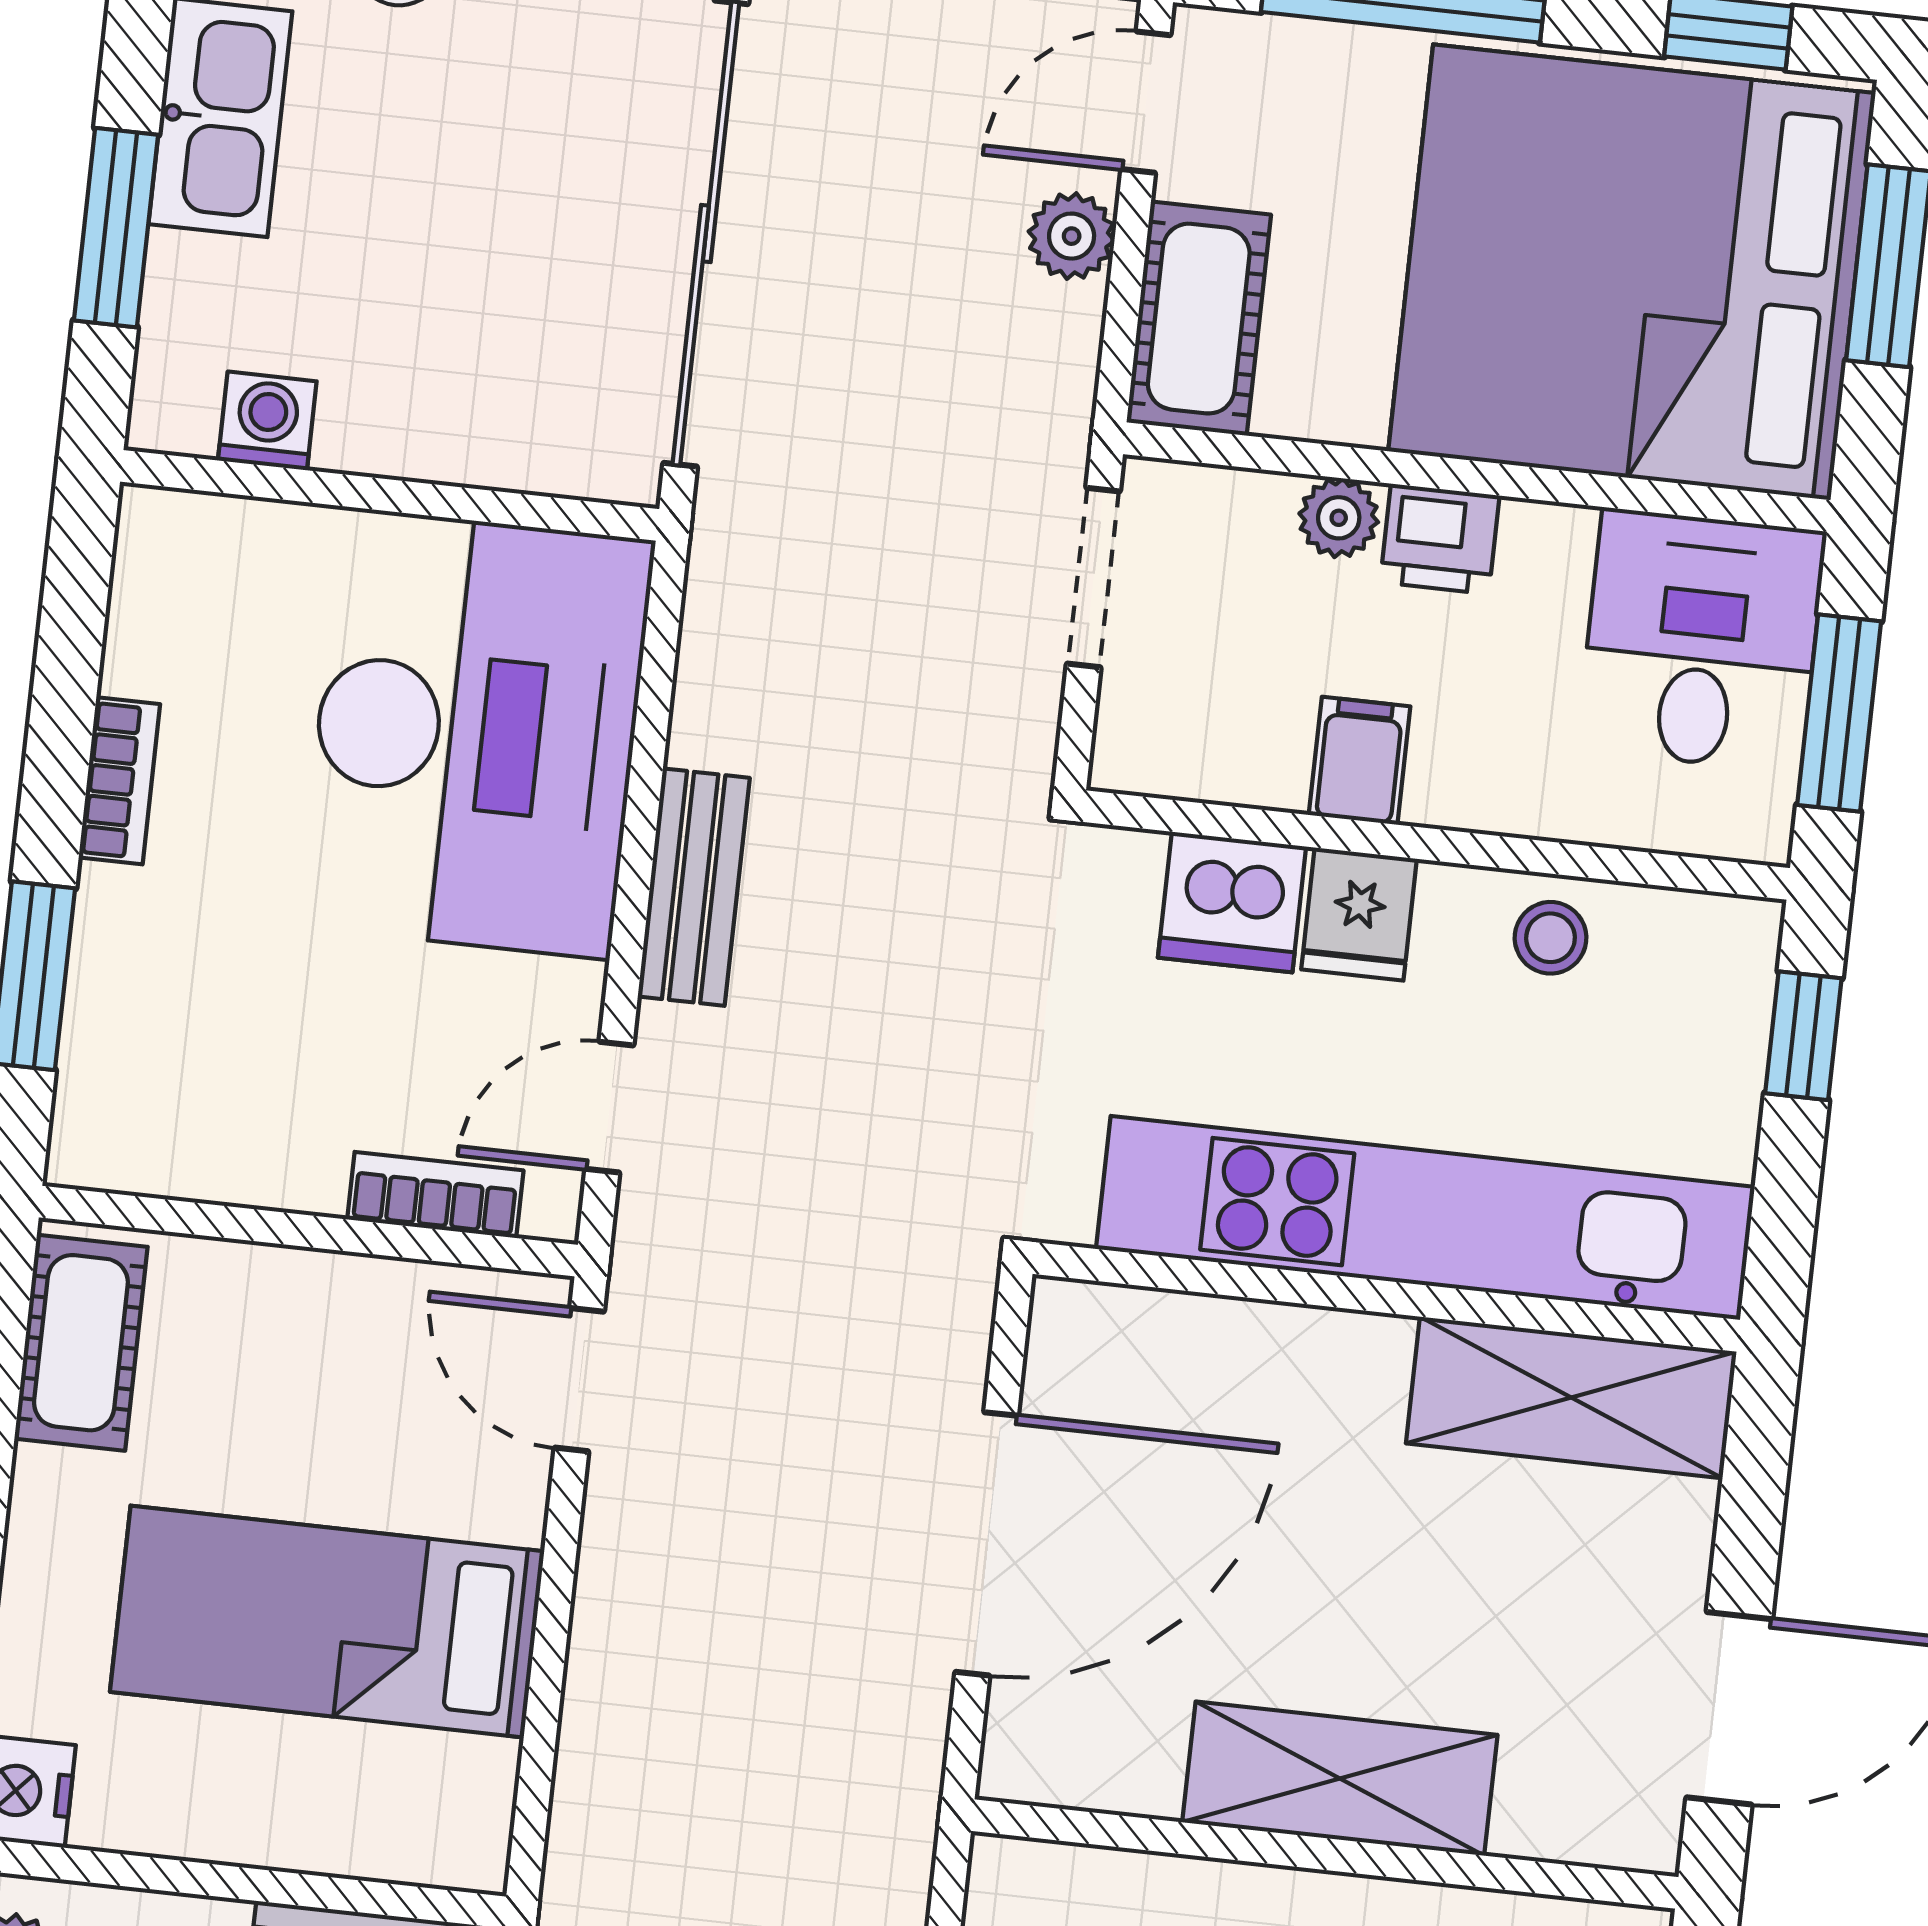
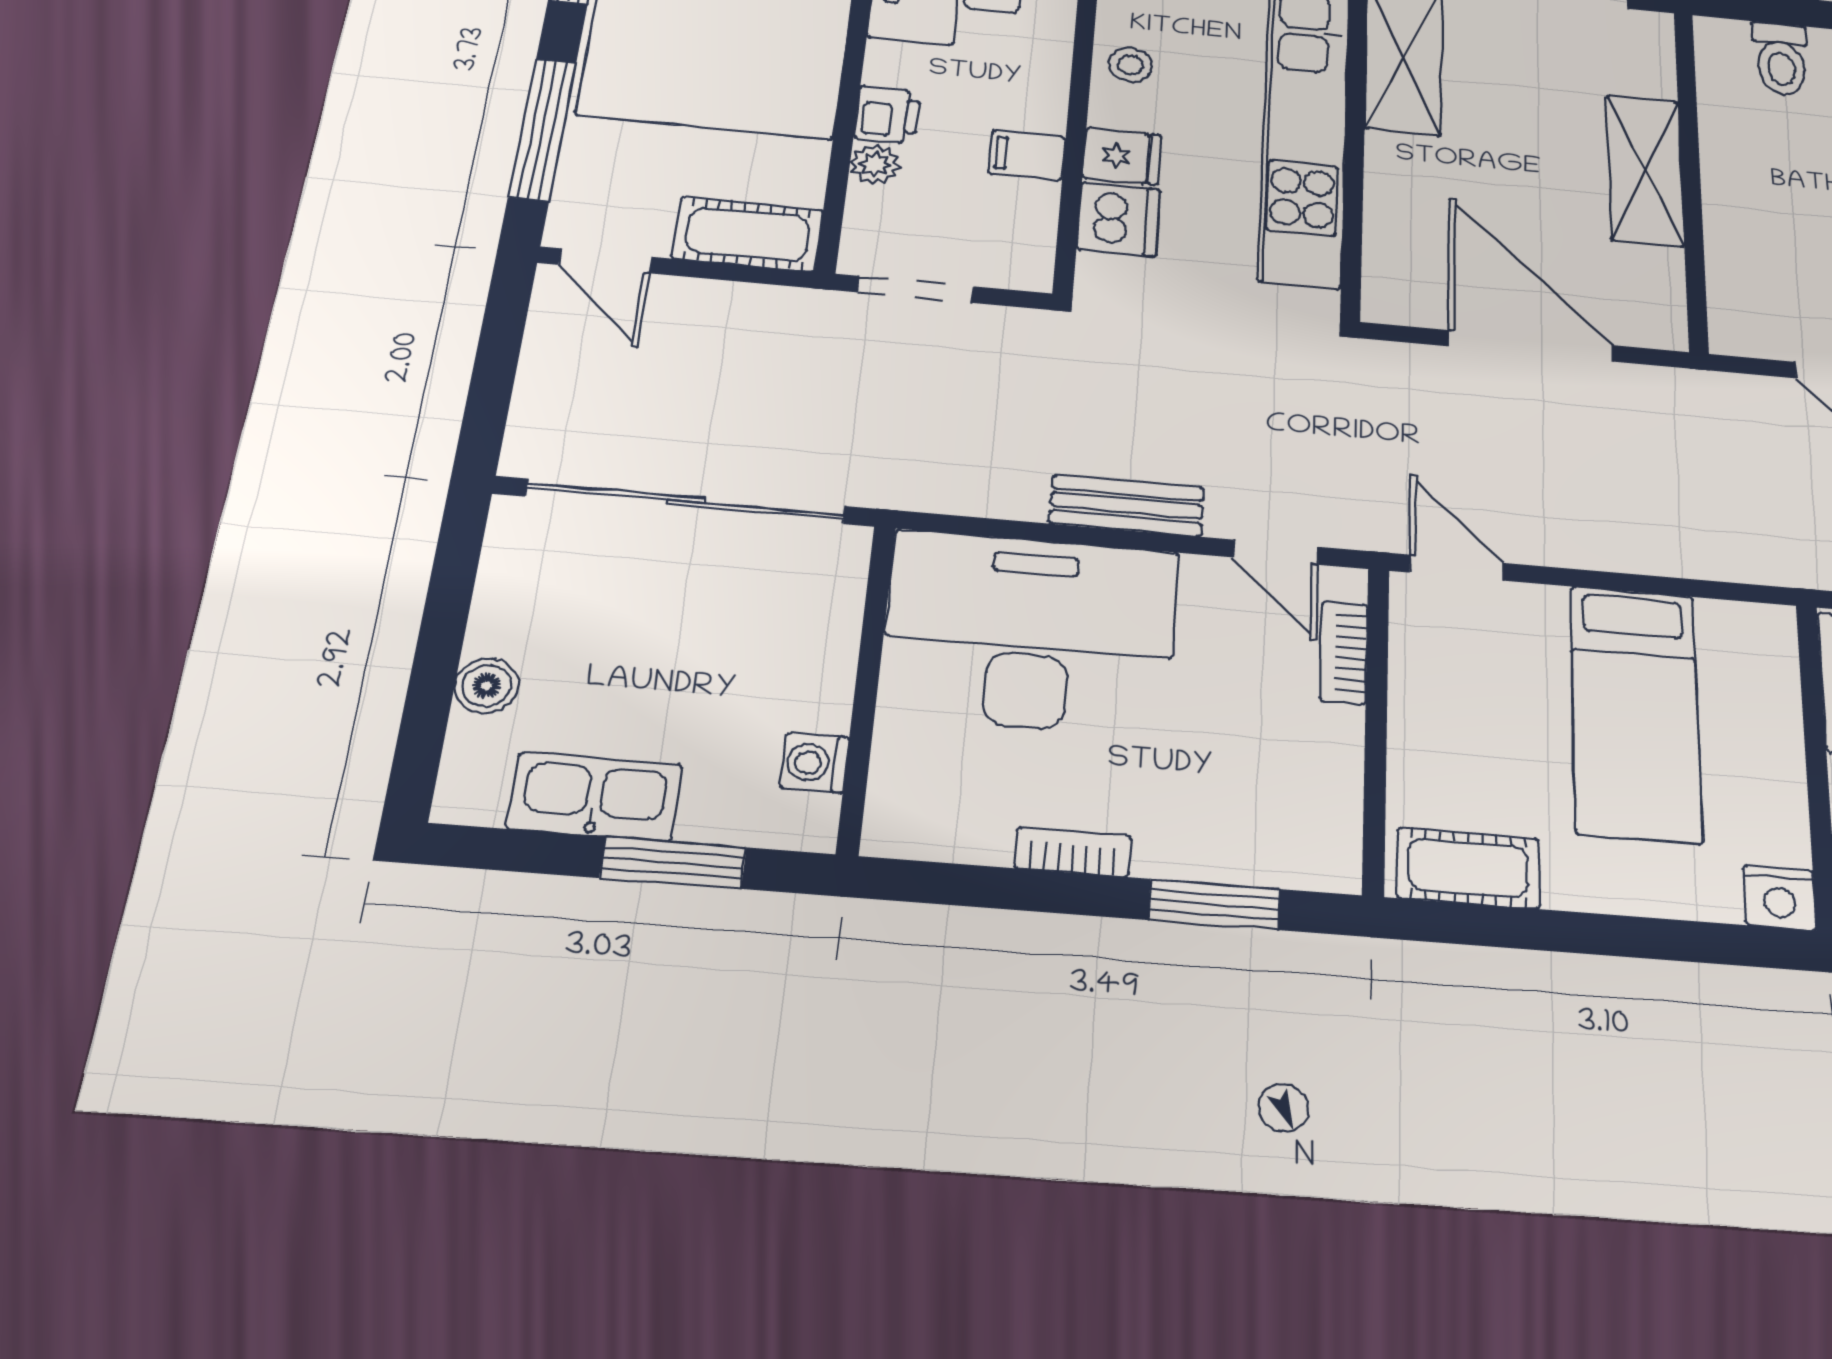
plant: (1072, 236) -> (693, 300), removed
door: (579, 1380) -> (1456, 568), swing flipped

